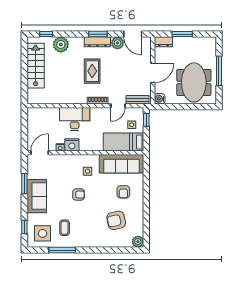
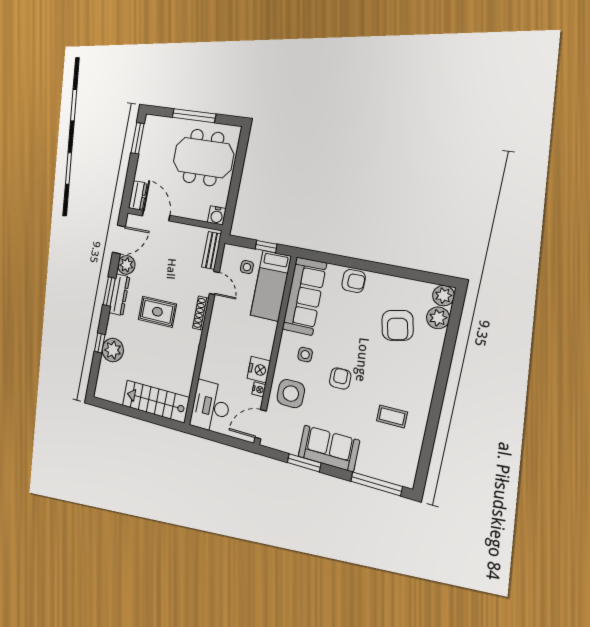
window: (46, 34) -> (100, 343), moved
window: (182, 34) -> (138, 138), moved
stairs: (36, 66) -> (156, 401), moved
door: (153, 73) -> (156, 216), moved
desk: (75, 119) -> (211, 407), moved
window: (146, 120) -> (266, 247), moved
door: (40, 153) -> (261, 424), hinge flipped
armchair: (123, 192) -> (354, 281), moved
window: (24, 227) -> (376, 484), width x2.17
side table: (43, 233) -> (291, 394), moved
plant: (125, 241) -> (438, 318), added
window: (62, 250) -> (431, 431), removed

